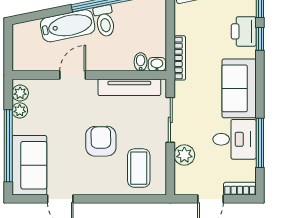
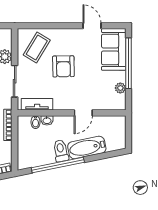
washbasin: (157, 64) -> (47, 120), moved
tv unit: (129, 87) -> (37, 104), width x0.71
plant: (20, 93) -> (120, 100), removed
coffee table: (139, 168) -> (37, 47), turned 31

